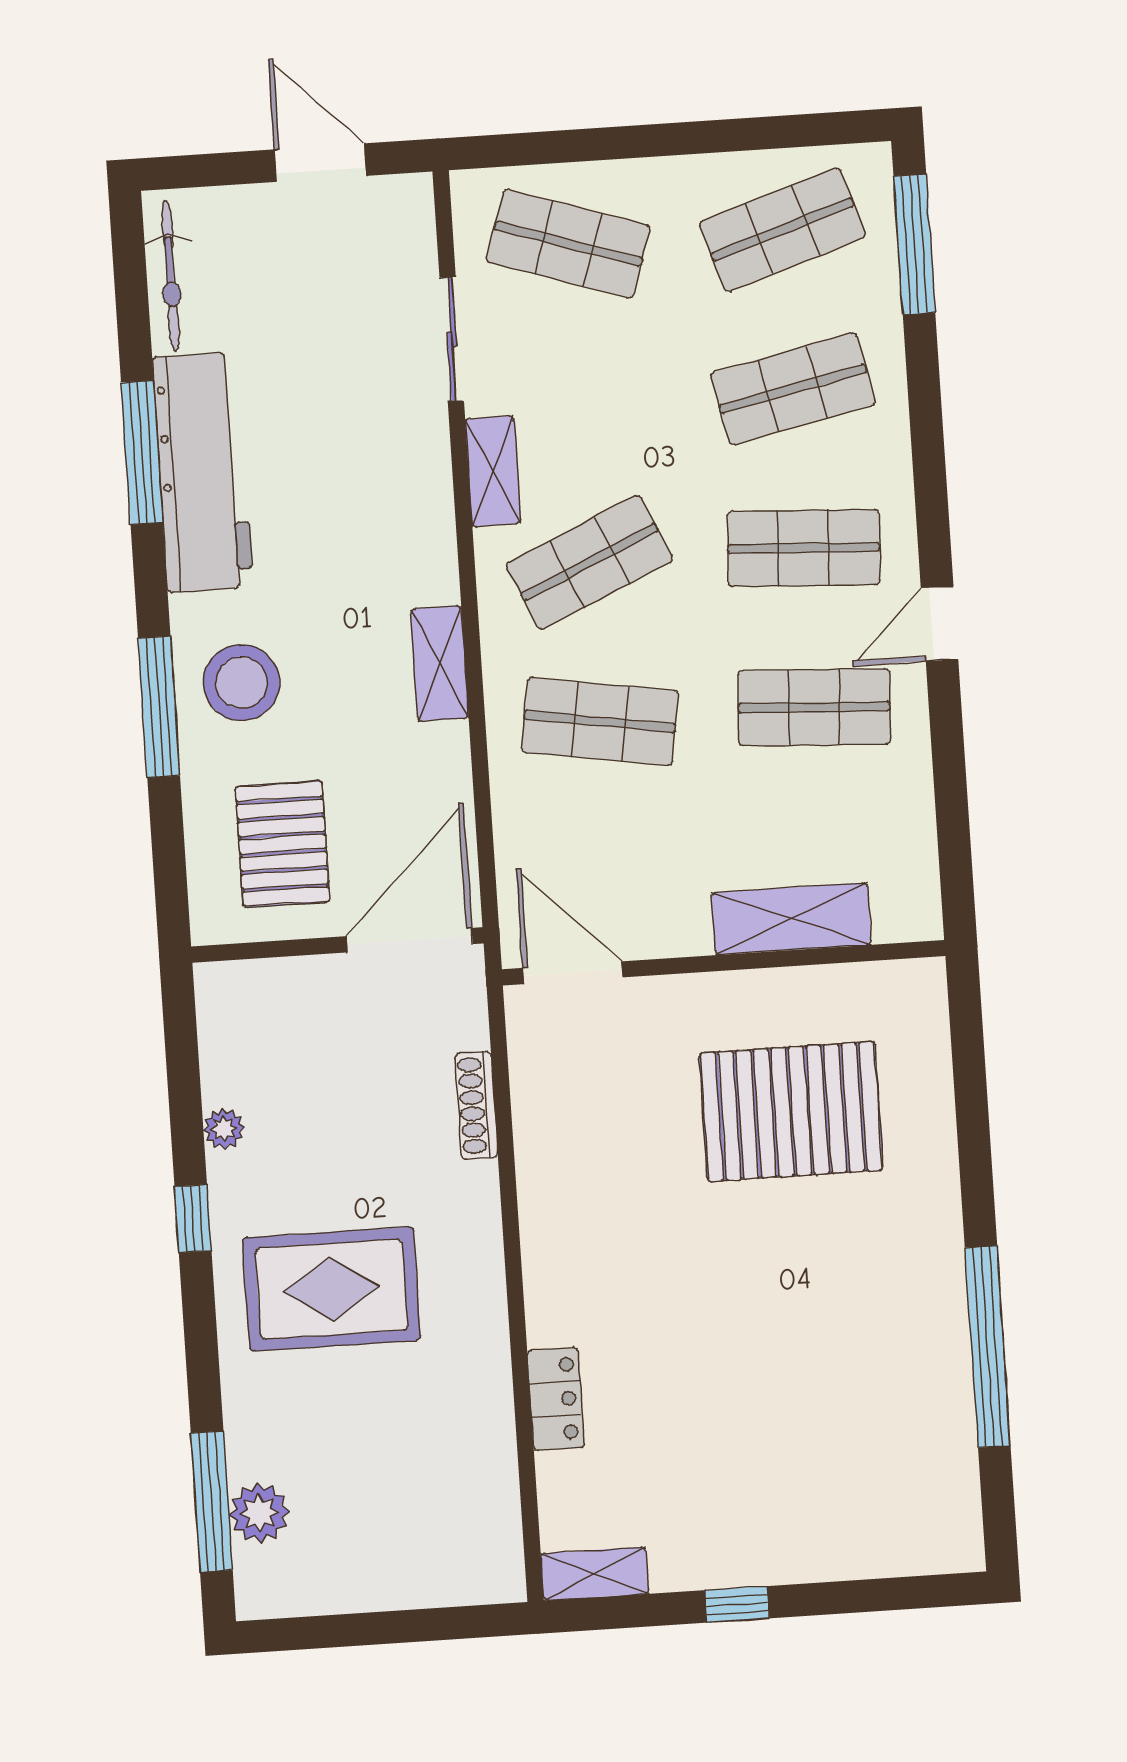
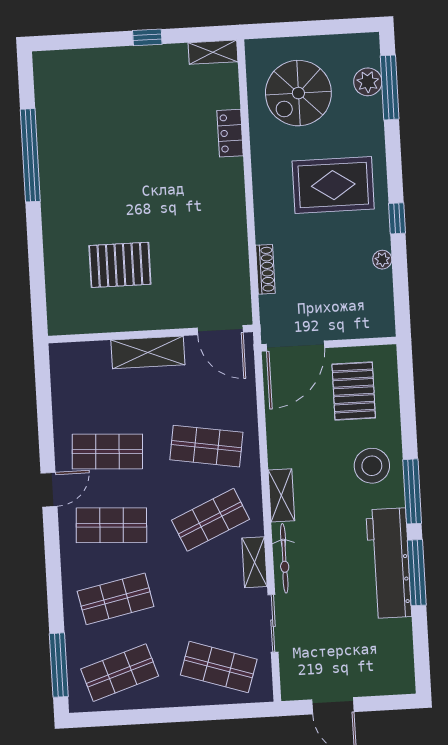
bicycle: (171, 276) -> (284, 558), moved, turned 180
shelving: (440, 664) -> (281, 495), moved
window: (159, 707) -> (412, 491), moved
shelving: (791, 919) -> (148, 352), moved
pallet: (791, 1112) -> (120, 265), width x0.73, depth x0.71
spiral stairs: (409, 1487) -> (298, 93), added

